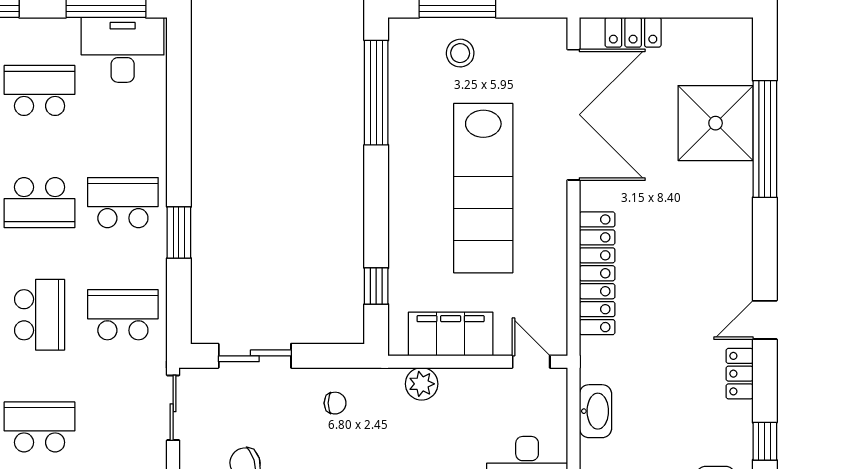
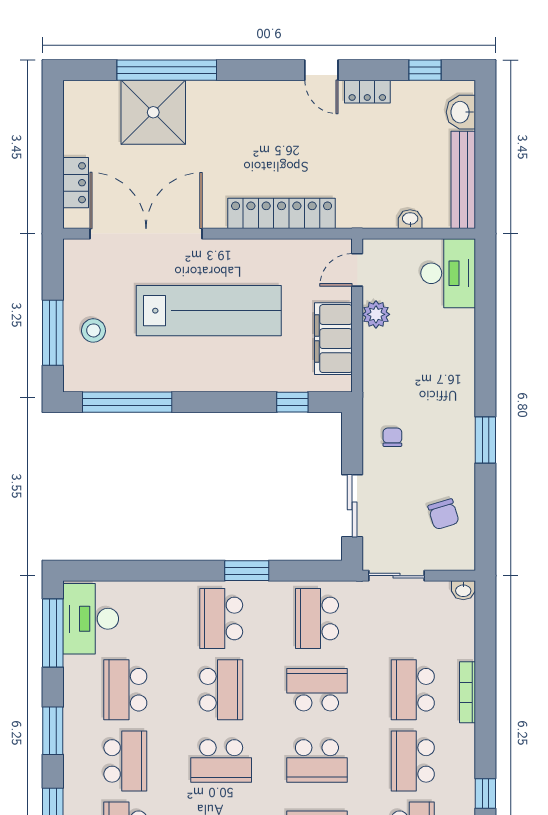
plant: (422, 384) -> (376, 314), moved
washbasin: (596, 411) -> (410, 219), width x0.52, depth x0.69

